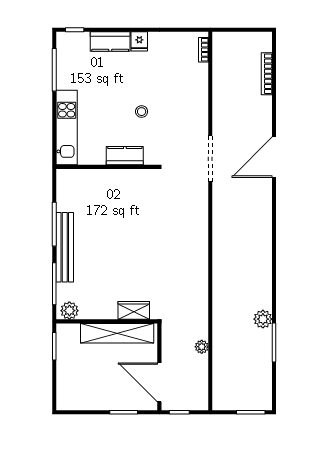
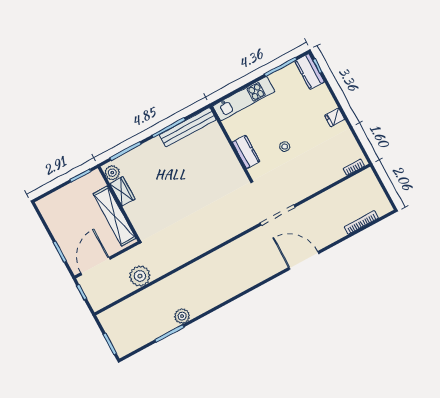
kitchen counter: (110, 42) -> (309, 72), moved
bench: (65, 247) -> (188, 127), moved
wardrobe: (134, 310) -> (122, 191), moved
plant: (202, 347) -> (140, 276), width x1.87, depth x1.87

